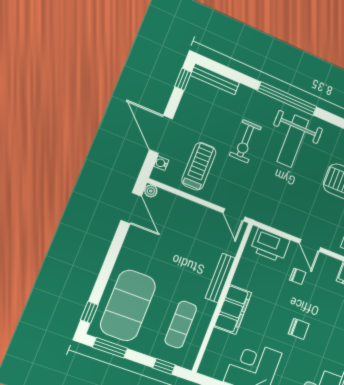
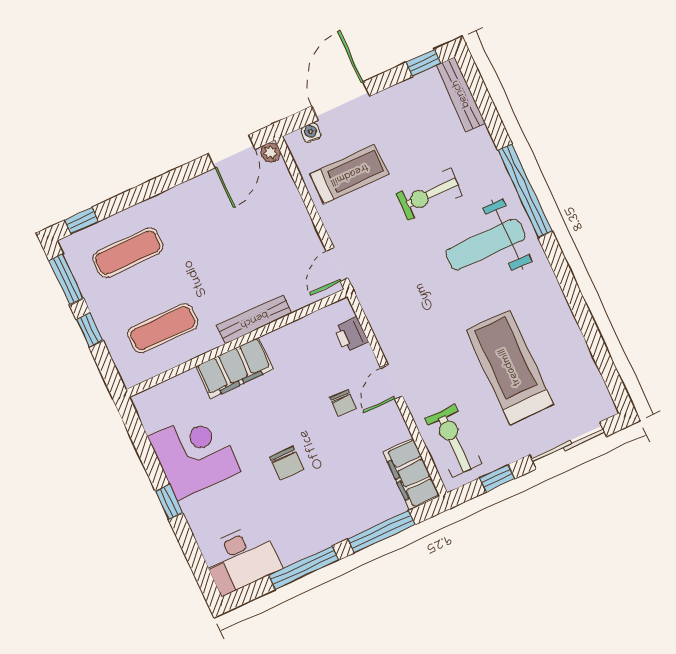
printer: (270, 245) -> (351, 335), width x0.53, depth x0.68
exercise mat: (128, 305) -> (128, 253), width x0.50, depth x0.69
window: (164, 366) -> (90, 330), moved

